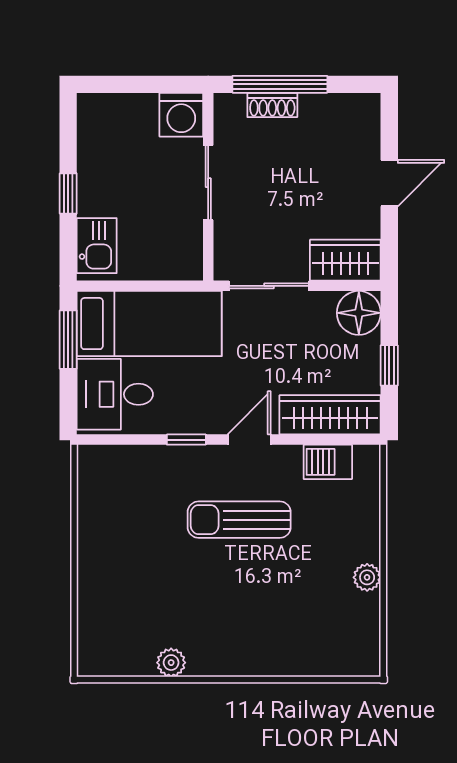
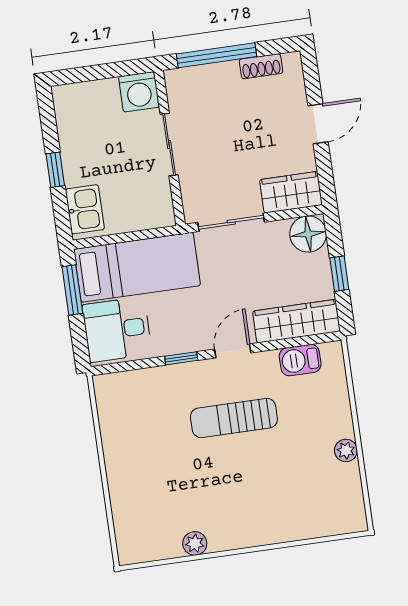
shoe rack: (272, 105) -> (261, 66), moved

